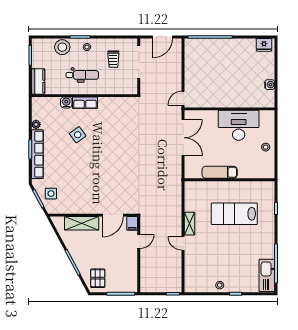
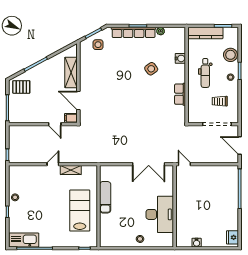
kitchen counter: (38, 81) -> (205, 33), width x1.50
row of seats: (85, 103) -> (180, 94), moved
exam couch: (220, 172) -> (105, 197), moved
wall: (229, 180) -> (98, 206), moved

